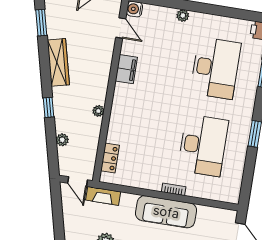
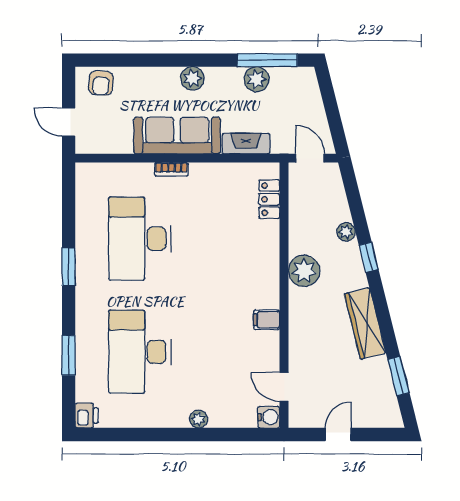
filing cabinet: (126, 69) -> (267, 320), width x0.50
plant: (98, 111) -> (304, 271), width x1.88, depth x1.88
plant: (62, 140) -> (346, 232), moved
fireplace: (103, 196) -> (246, 144), moved

